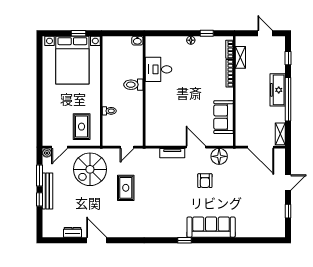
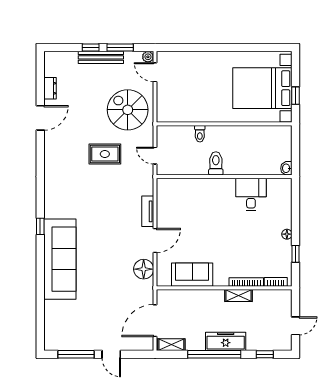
shelving: (240, 57) -> (239, 295), moved
toilet: (133, 85) -> (216, 163), moved
rug: (82, 127) -> (180, 99), removed
armchair: (205, 181) -> (114, 252), removed
window: (288, 211) -> (76, 354), width x2.17
sofa: (211, 227) -> (60, 259), width x1.36, depth x1.27

